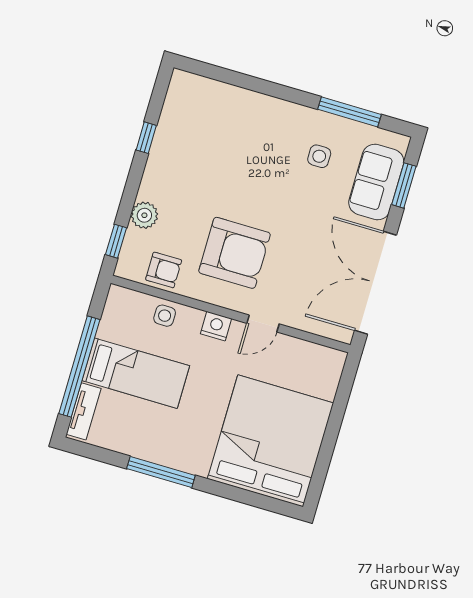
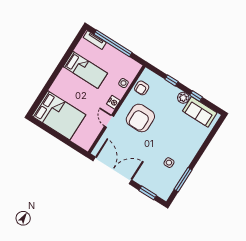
sofa: (376, 182) -> (200, 112), moved, turned 180
plant: (144, 215) -> (183, 98), moved
window: (116, 241) -> (171, 80), moved
bed: (136, 373) -> (85, 70), moved, turned -90
bed: (270, 441) -> (59, 115), width x0.73
window: (161, 472) -> (62, 64), removed

